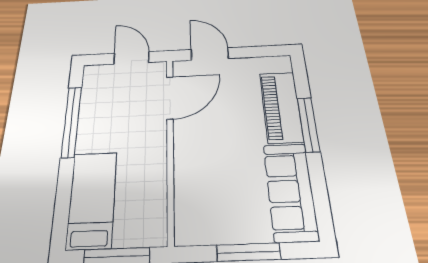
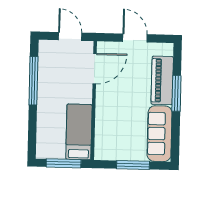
door: (210, 54) -> (135, 38), moved
bed: (92, 199) -> (79, 132), moved

